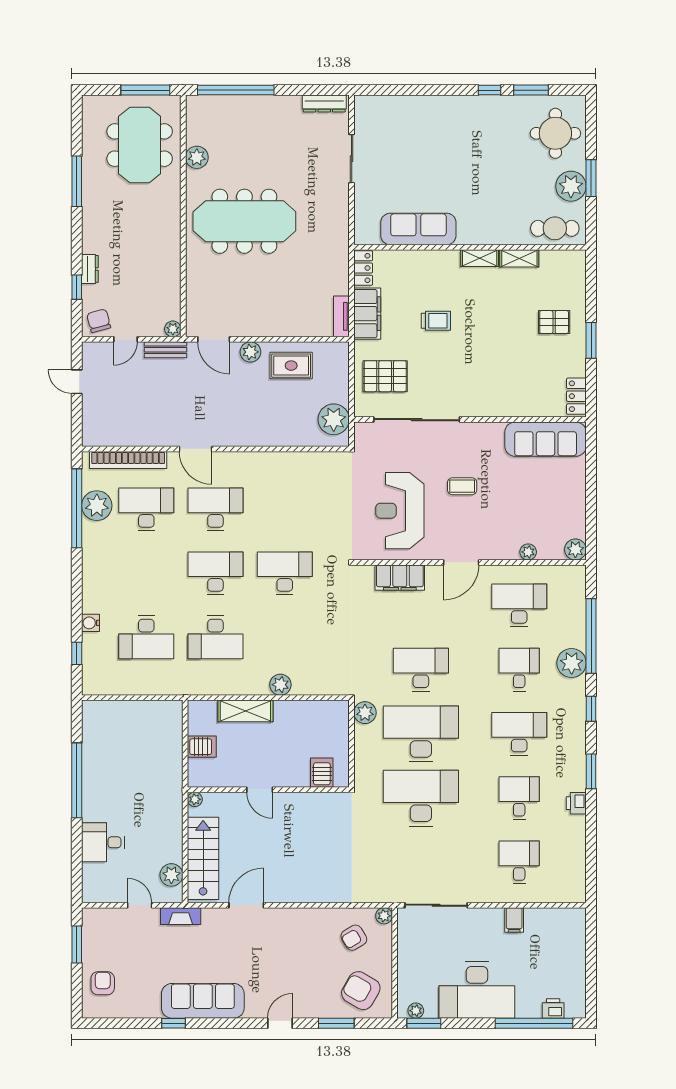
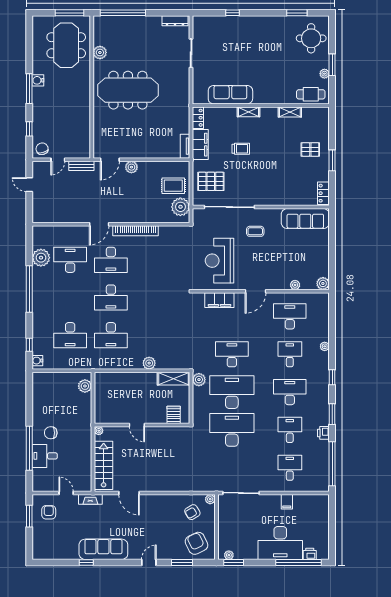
window: (490, 90) -> (233, 13), moved
window: (77, 181) -> (29, 89), moved
plant: (571, 186) -> (324, 74), width x0.53, depth x0.53
water cooler: (92, 205) -> (38, 80), added
shelving: (480, 258) -> (249, 112), moved
dresser: (90, 269) -> (37, 118), removed
plant: (173, 329) -> (86, 154), removed
door: (214, 339) -> (110, 160), hinge flipped
rug: (291, 366) -> (173, 186), moved
door: (195, 449) -> (99, 224), hinge flipped
bookcase: (128, 460) -> (136, 231), moved
coffee table: (462, 486) -> (255, 231), moved
window: (77, 508) -> (29, 289), moved
desk: (215, 509) -> (111, 260), turned 180
desk: (215, 573) -> (111, 297), turned 180
desk: (285, 573) -> (152, 297), removed
water cooler: (91, 623) -> (37, 361), moved
window: (591, 636) -> (332, 464), moved
plant: (572, 663) -> (325, 346), width x0.53, depth x0.53
shelving: (245, 711) -> (174, 379), moved
server rack: (202, 747) -> (103, 400), removed
window: (77, 780) -> (29, 448), moved
chair: (113, 803) -> (51, 433), added
plant: (171, 875) -> (85, 386), moved
door: (246, 905) -> (129, 493), swing flipped
armchair: (103, 983) -> (49, 512), moved
desk: (477, 990) -> (280, 543), moved
armchair: (361, 991) -> (196, 543), turned 34

